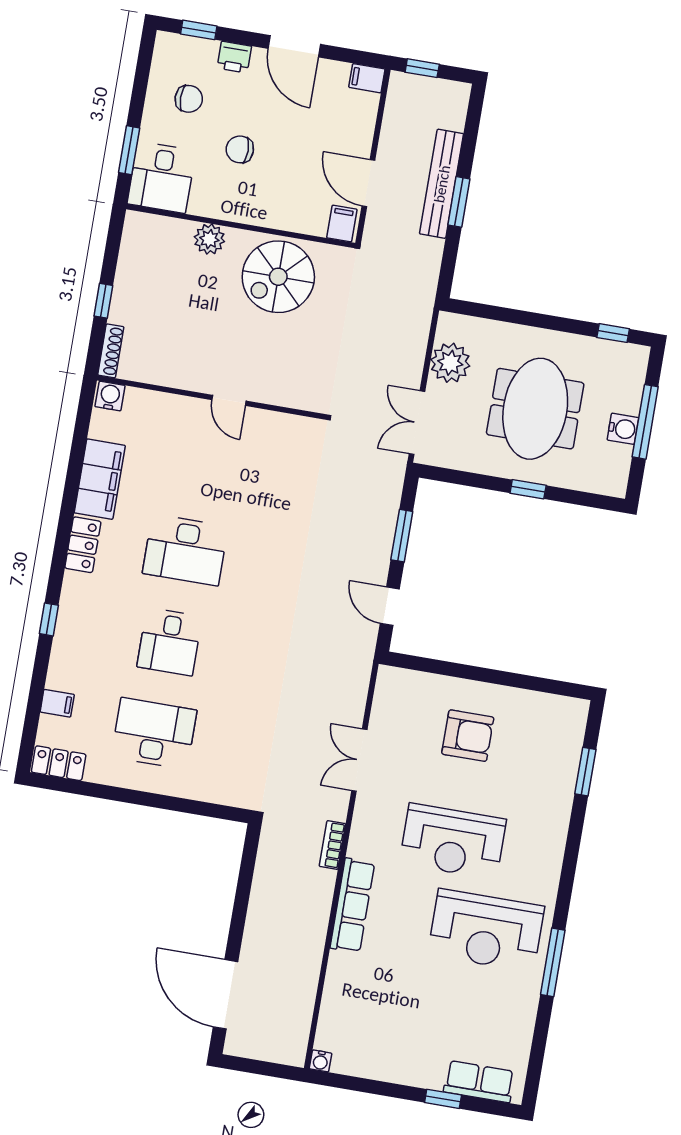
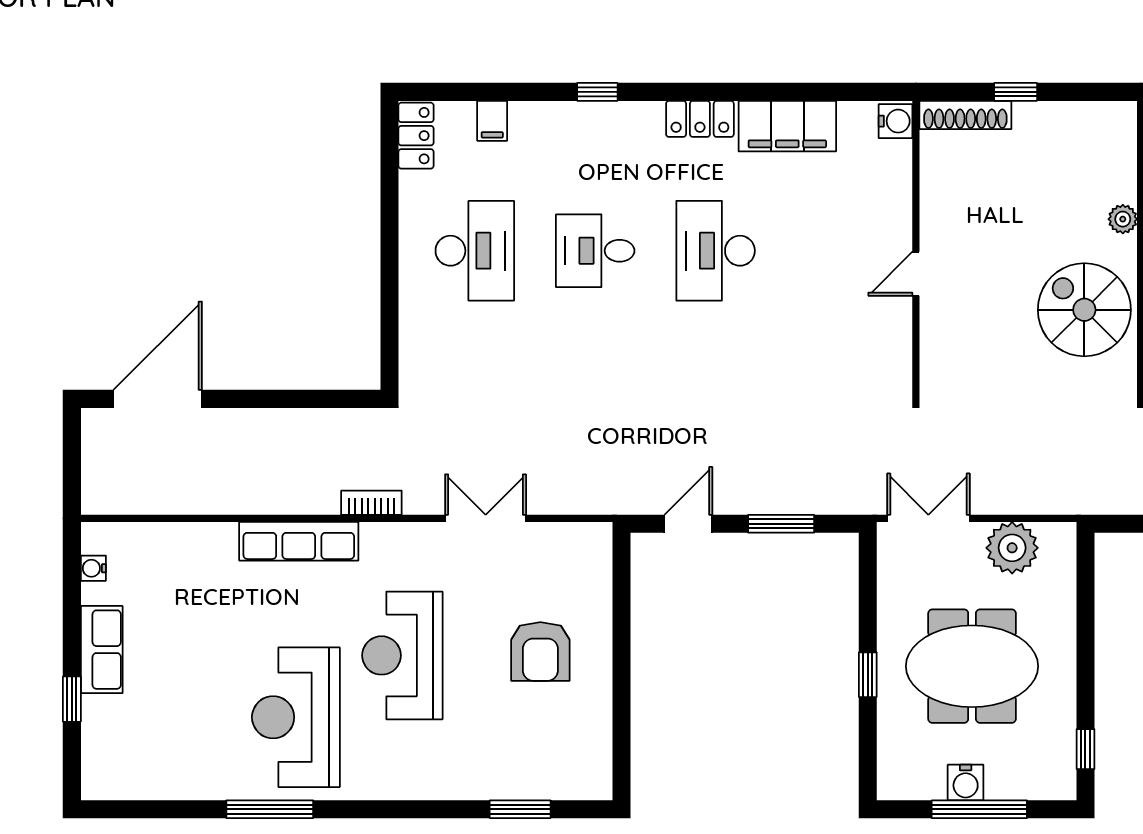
plant: (209, 239) -> (1123, 219), width x0.73, depth x0.73
shoe rack: (111, 351) -> (965, 115), width x1.36, depth x1.24
water cooler: (321, 1061) -> (93, 568), moved
row of seats: (479, 1082) -> (102, 650), moved

